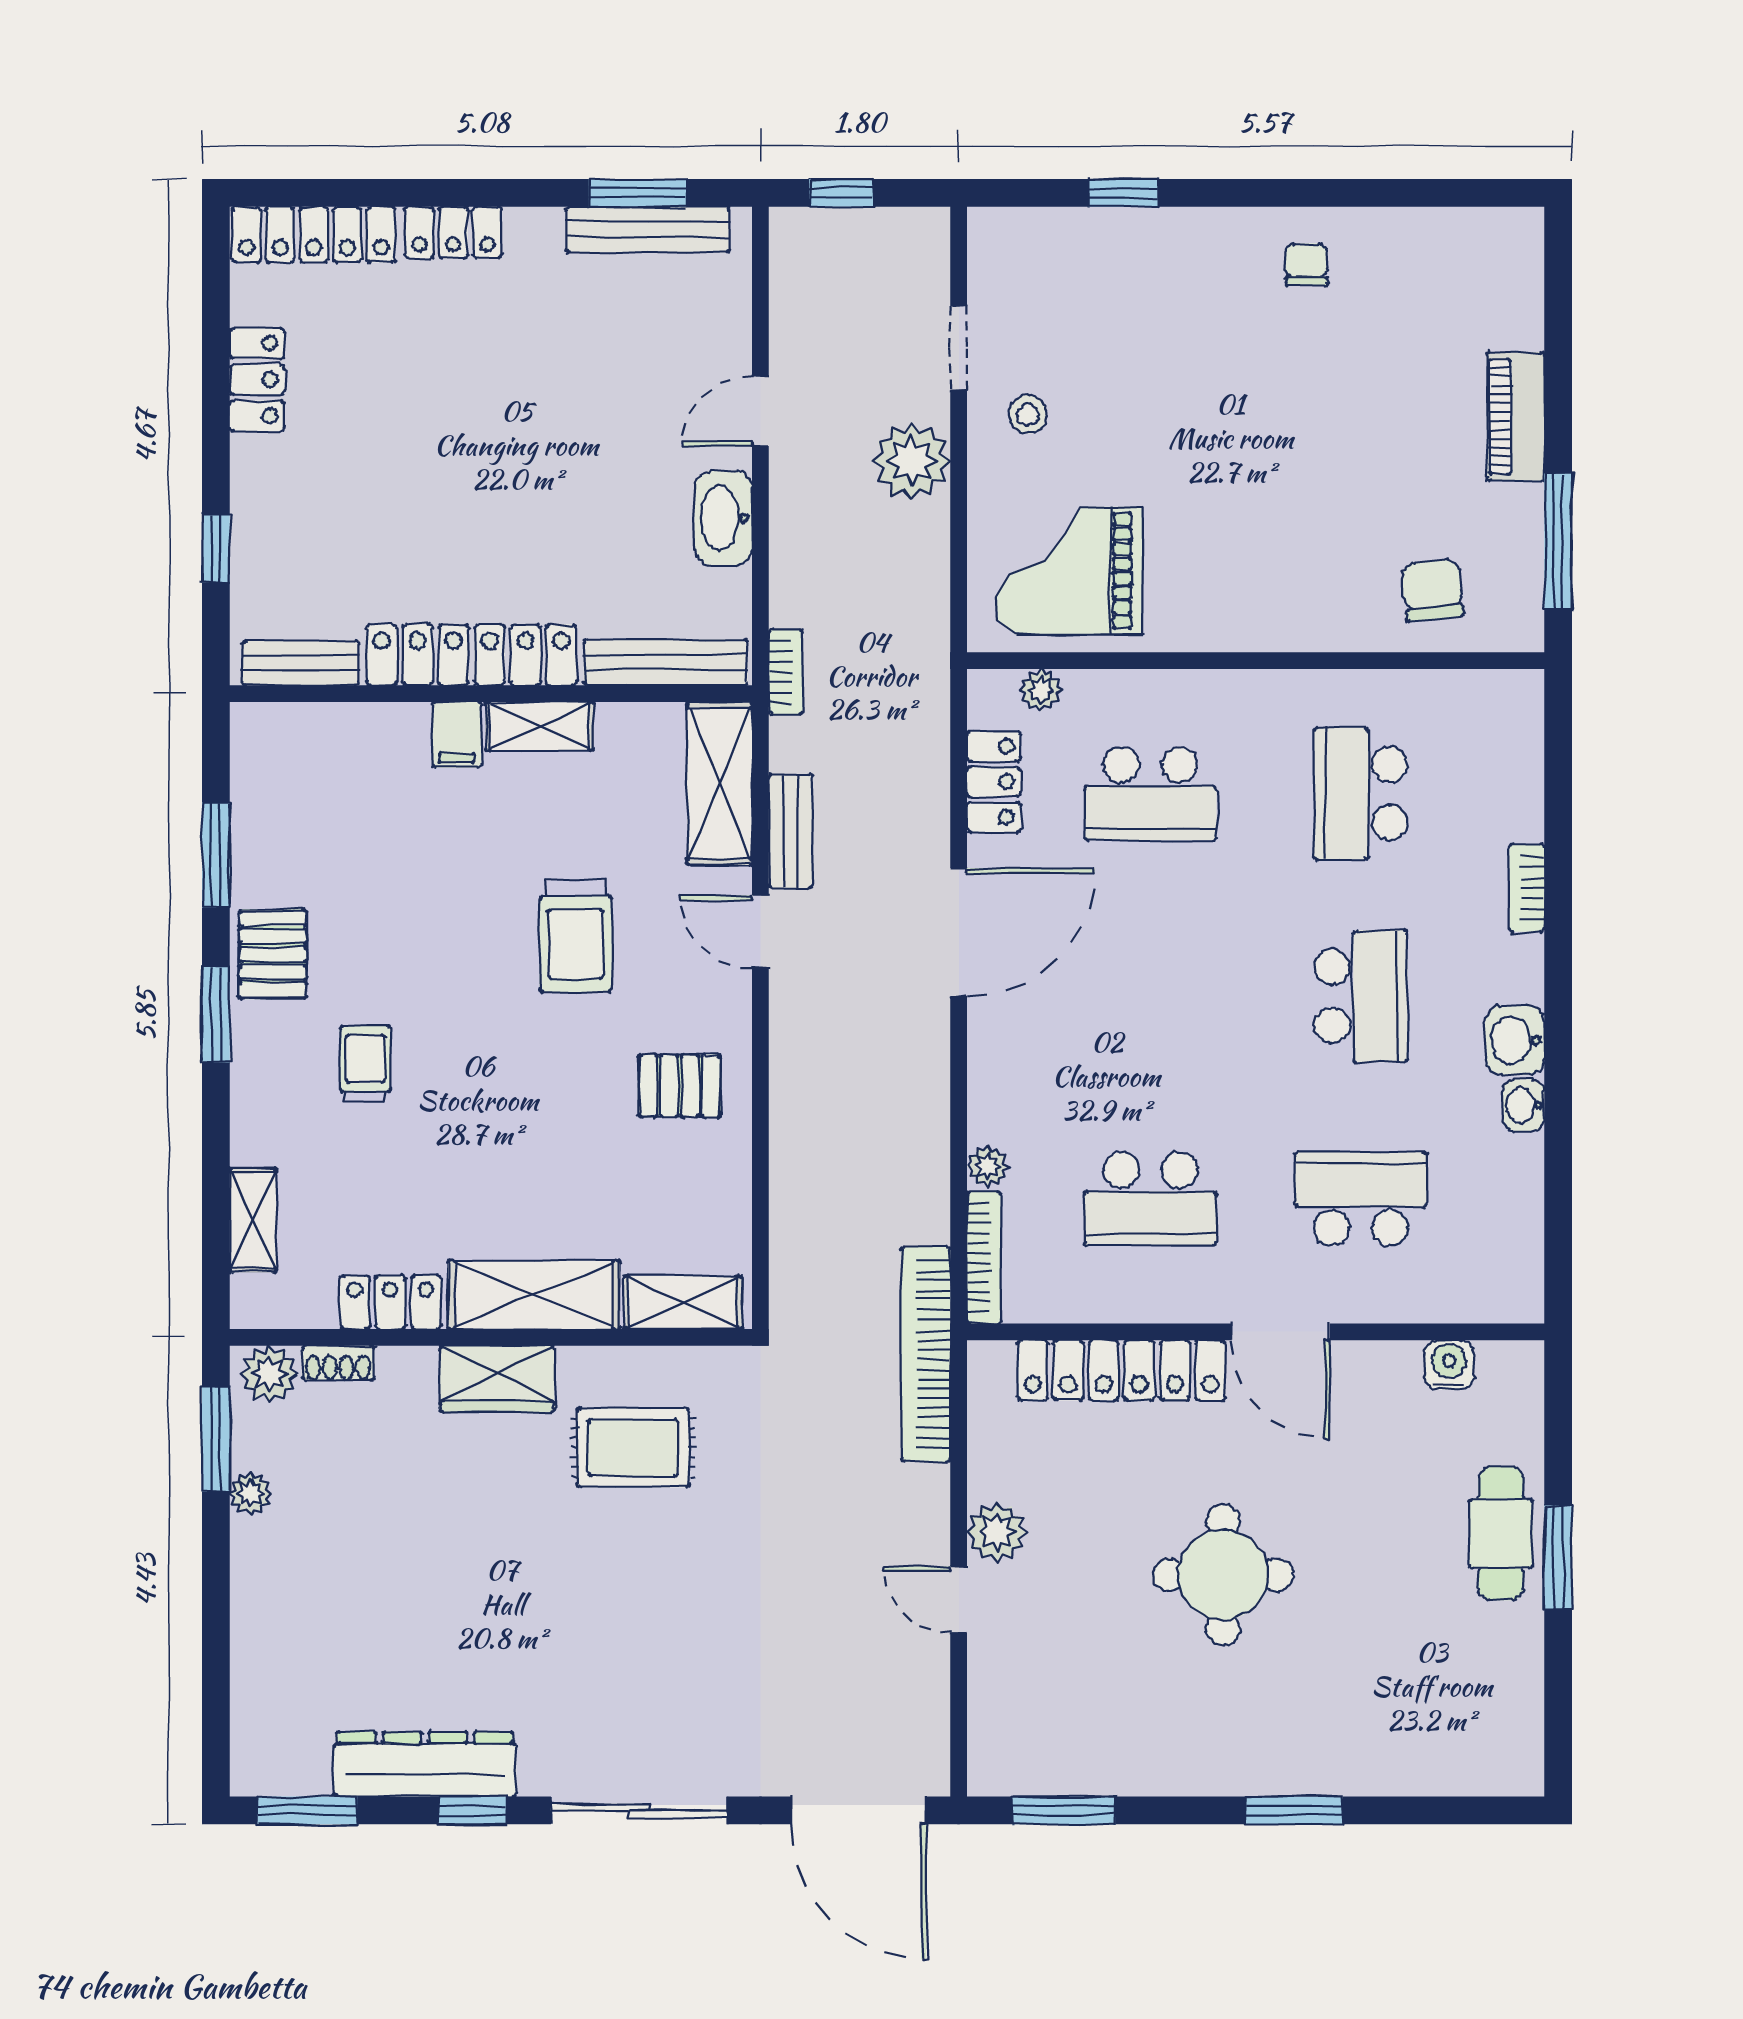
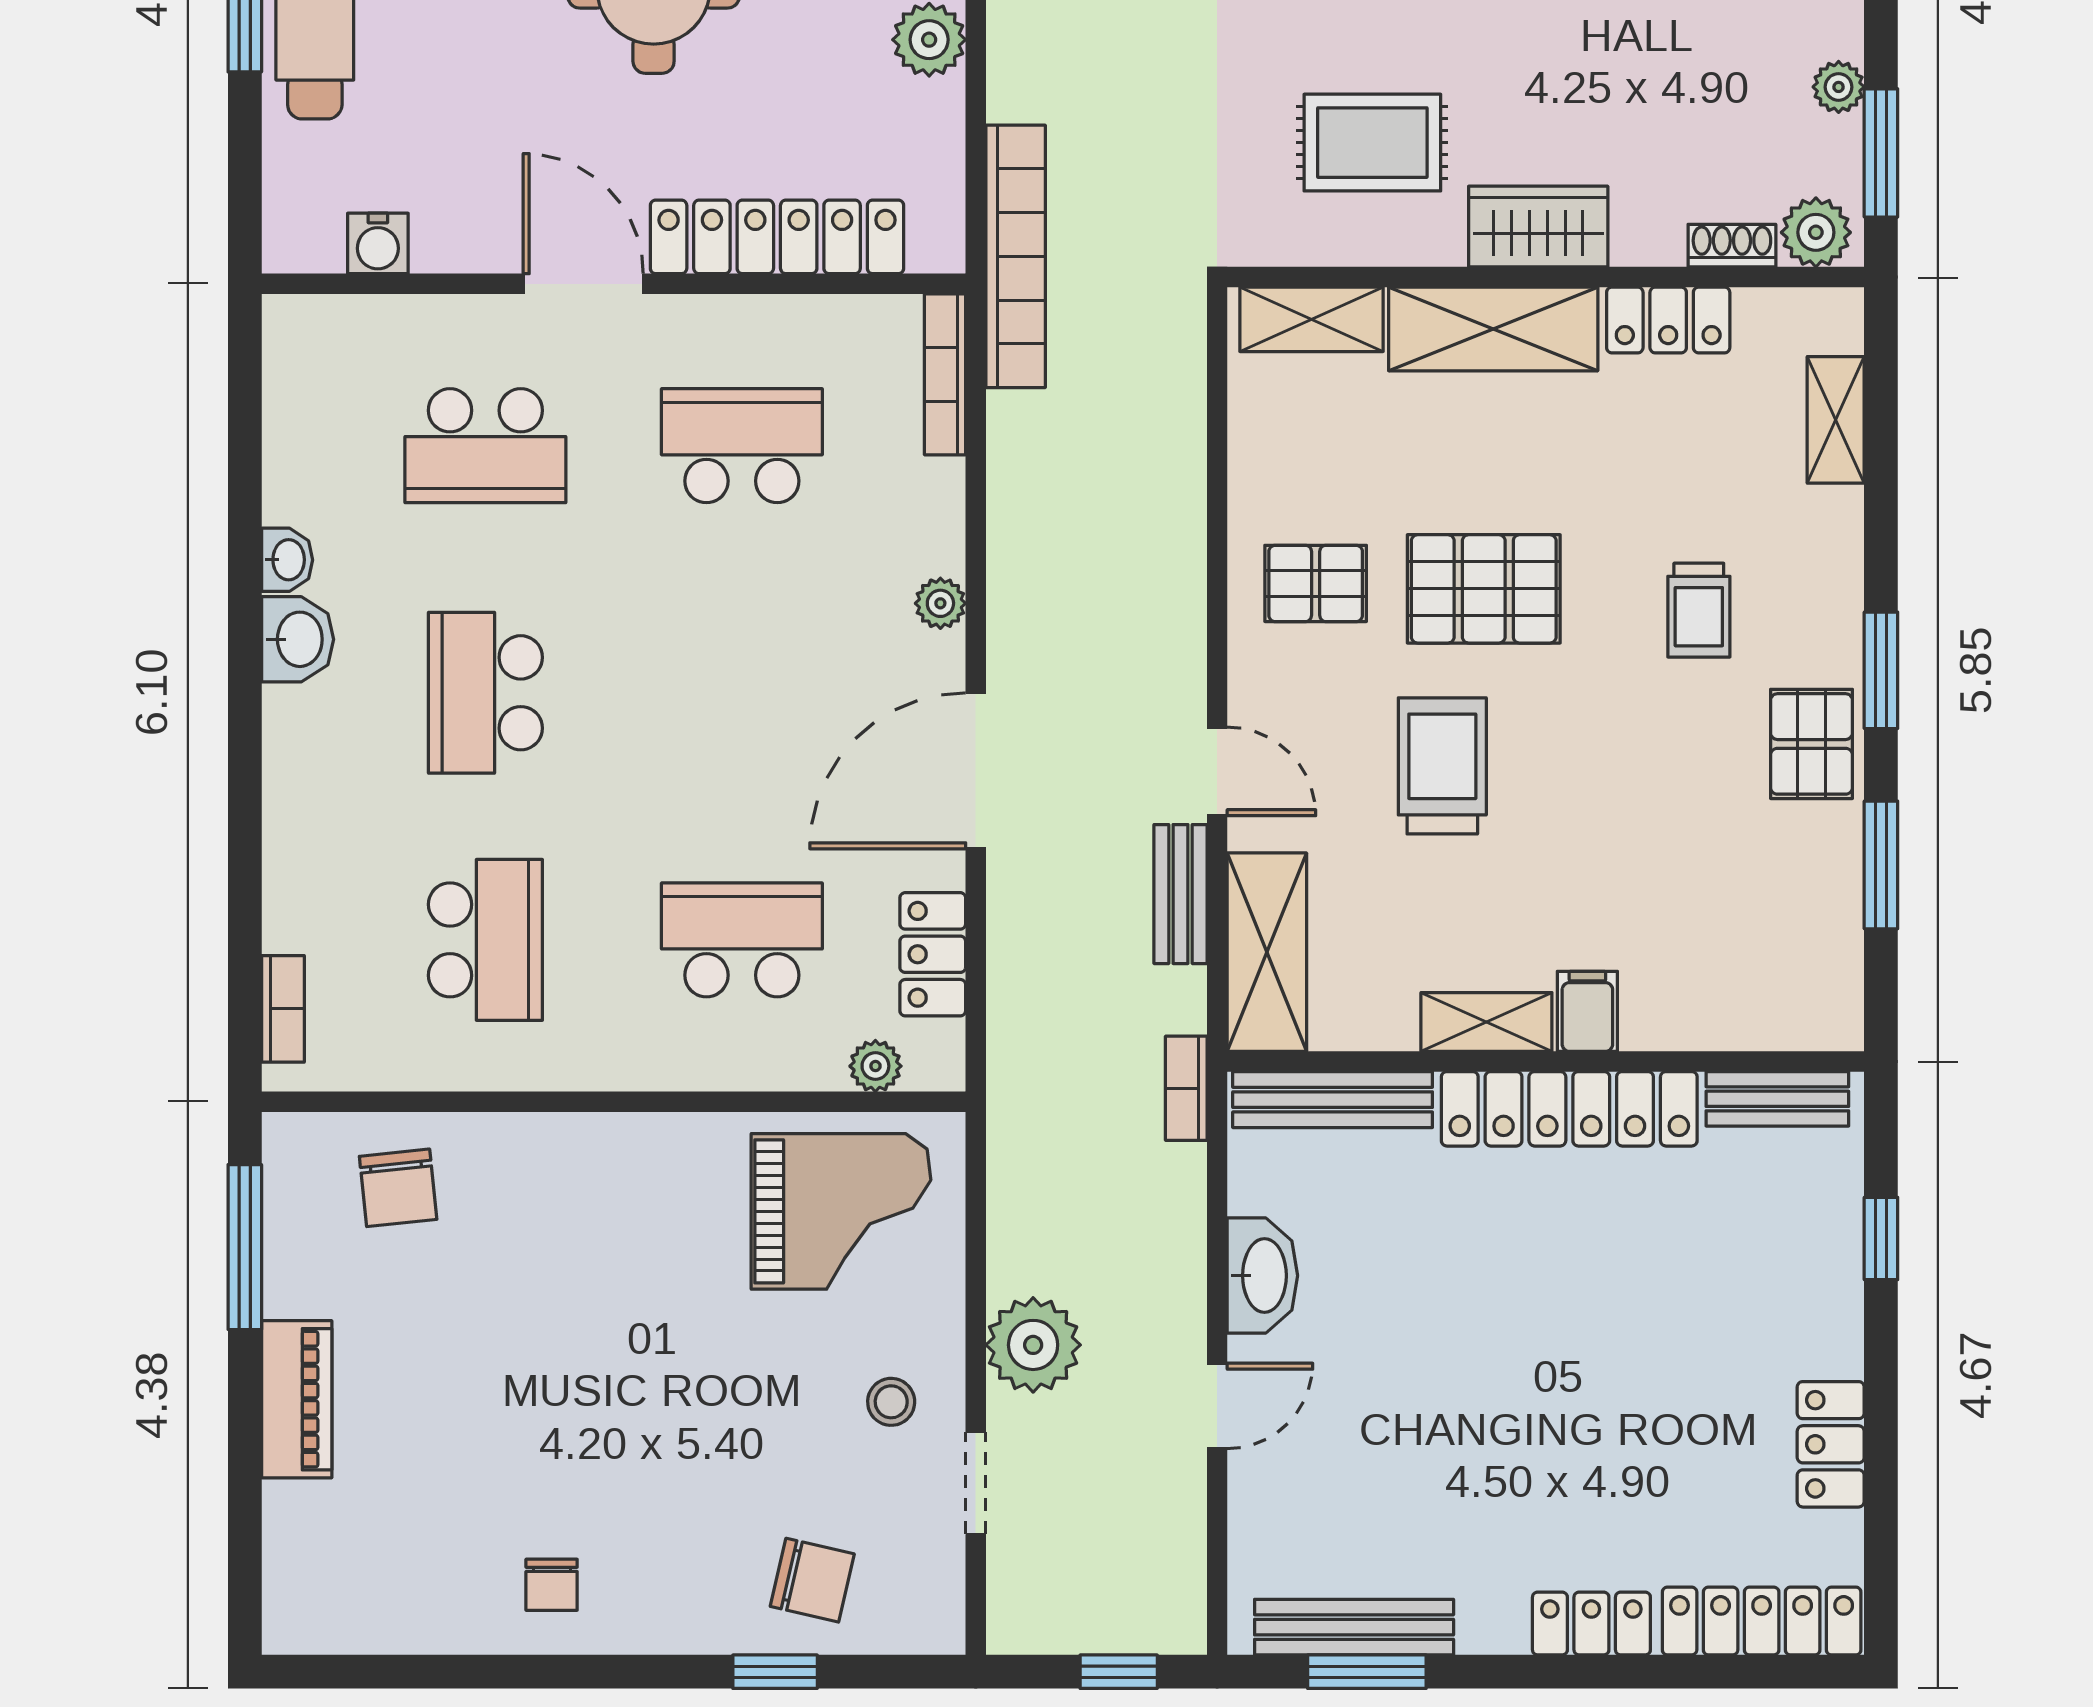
chair: (1093, 268) -> (812, 1580), added
bookcase: (1527, 888) -> (283, 1009), moved
pallet: (542, 1081) -> (1484, 589), added
plant: (987, 1166) -> (940, 603), moved

